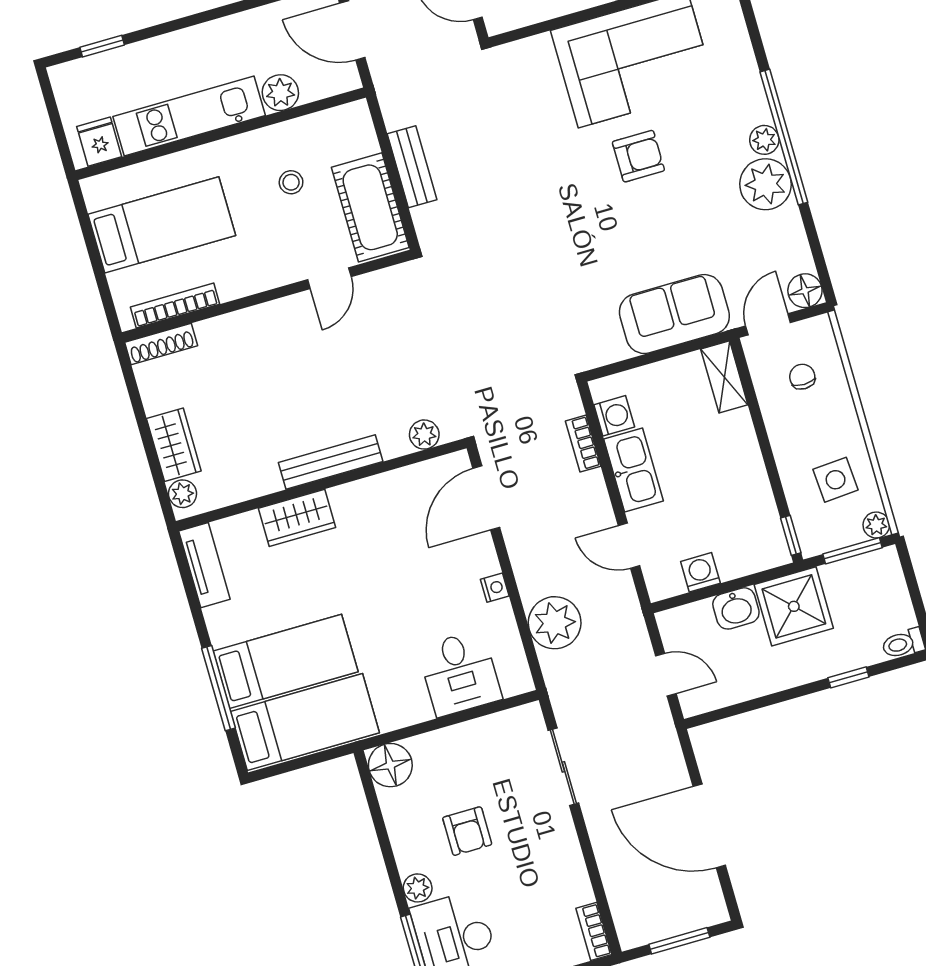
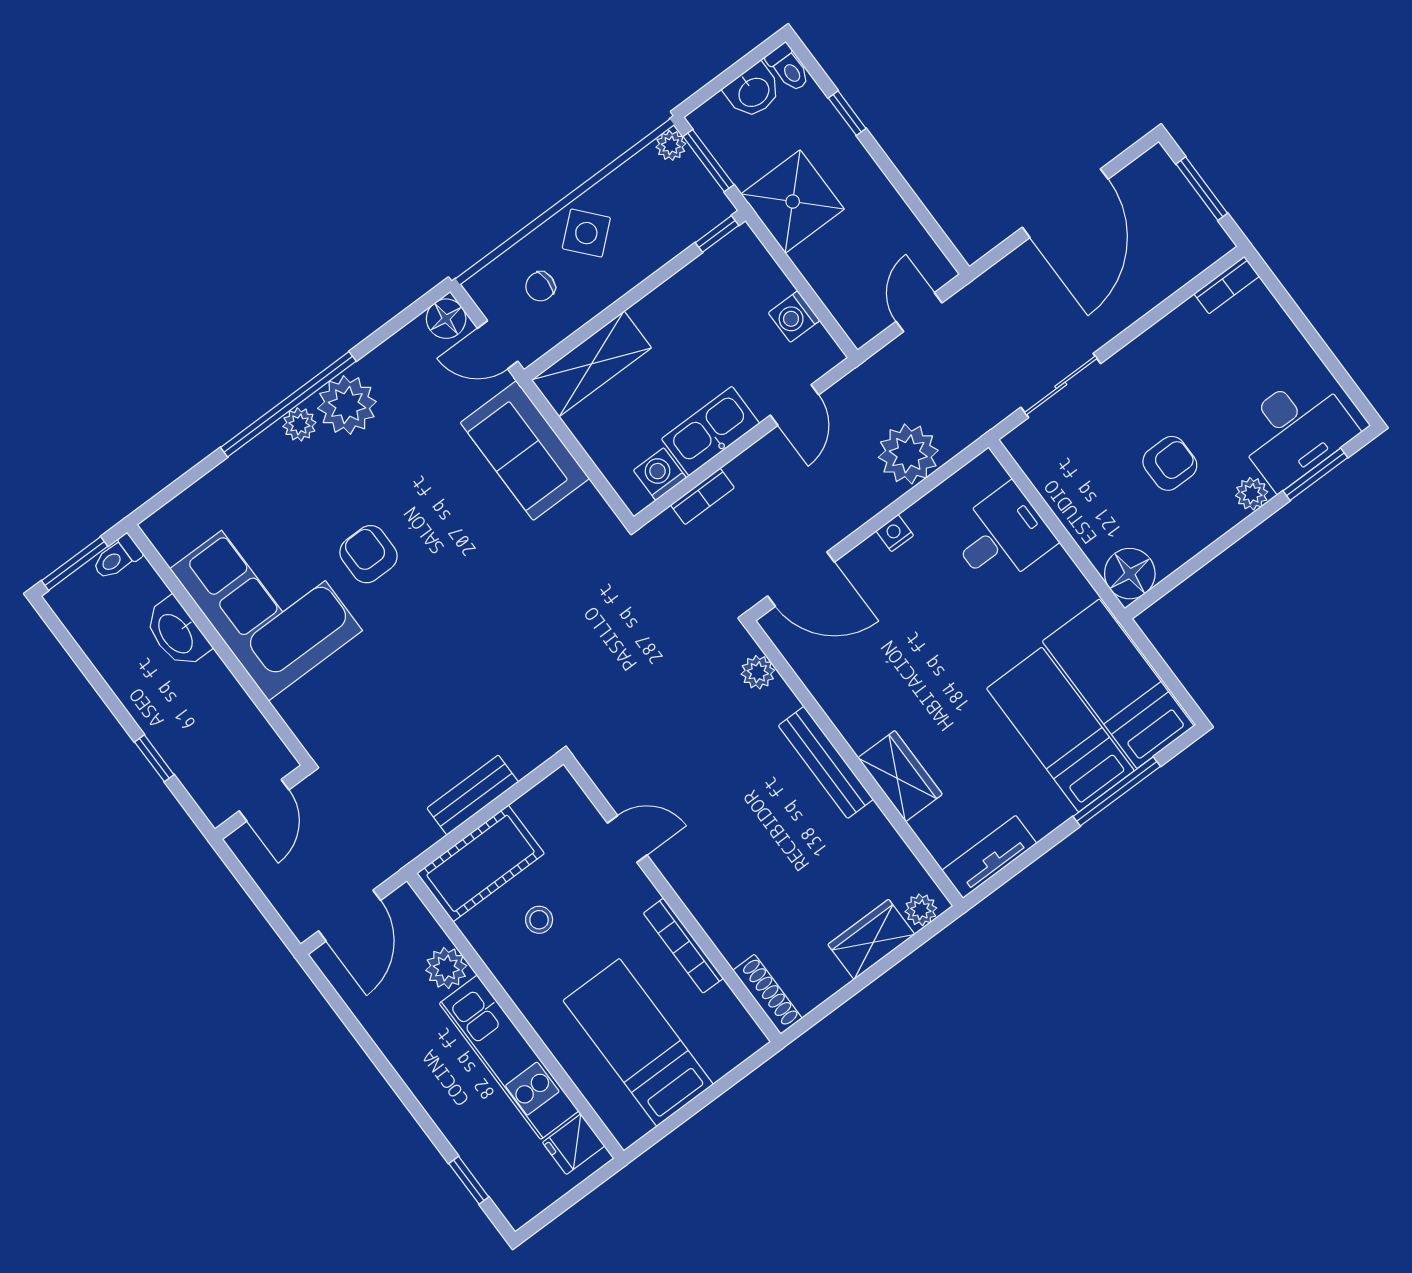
cot: (370, 207) -> (481, 863), moved
bookcase: (175, 306) -> (683, 946), moved
shelving: (724, 377) -> (591, 364), width x1.50, depth x1.33
side table: (836, 480) -> (586, 233), moved, turned -37
washbasin: (736, 608) -> (753, 91), moved, turned 90

